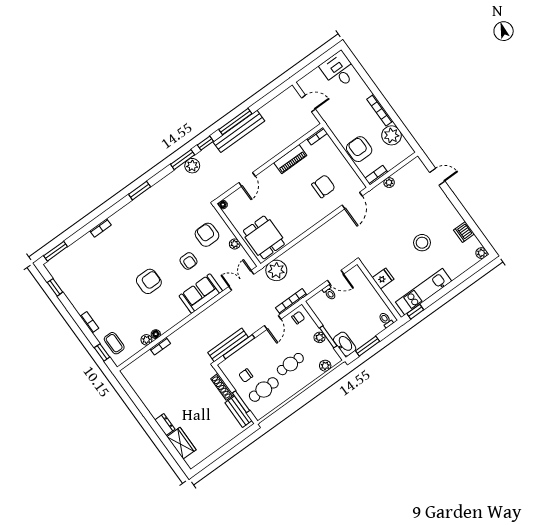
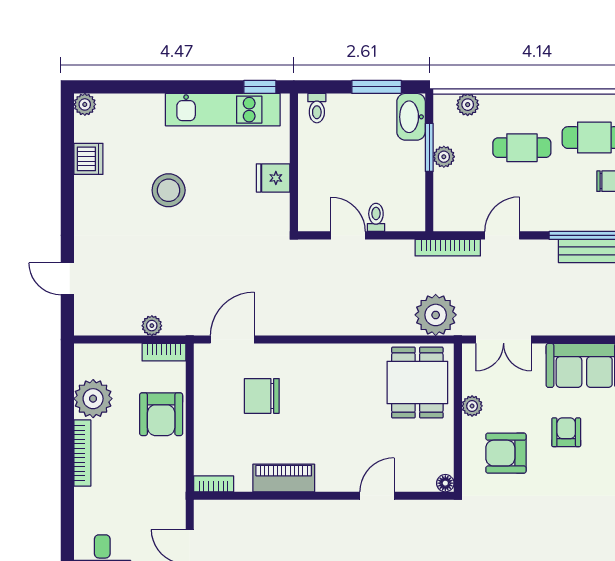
armchair: (207, 235) -> (506, 453), turned 90
chair: (298, 318) -> (455, 213), removed

